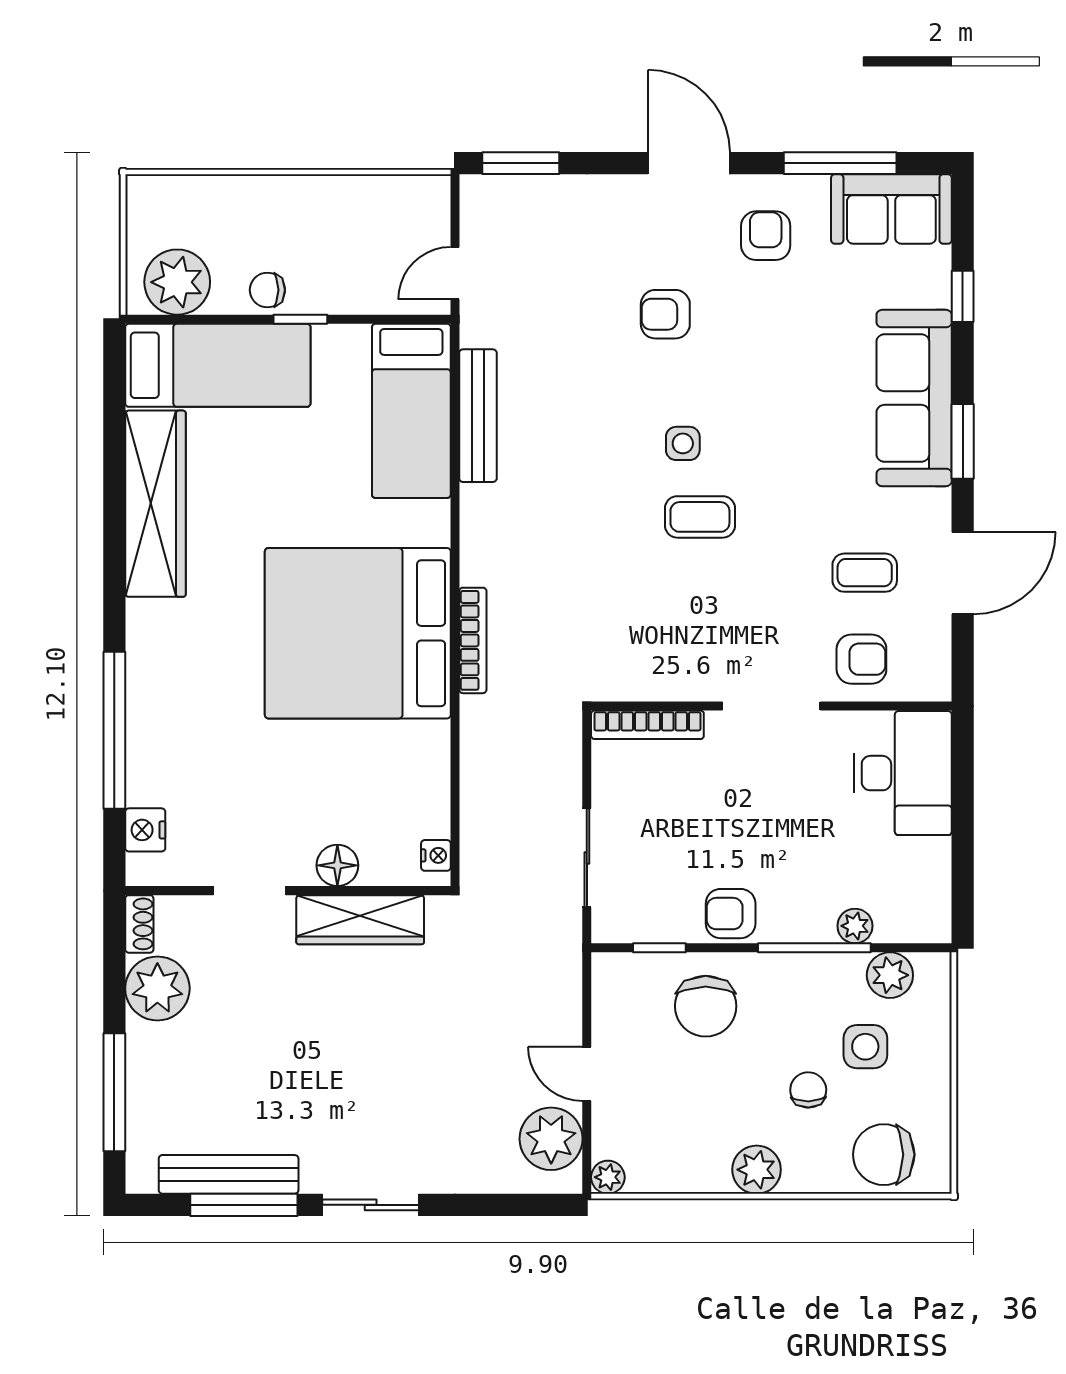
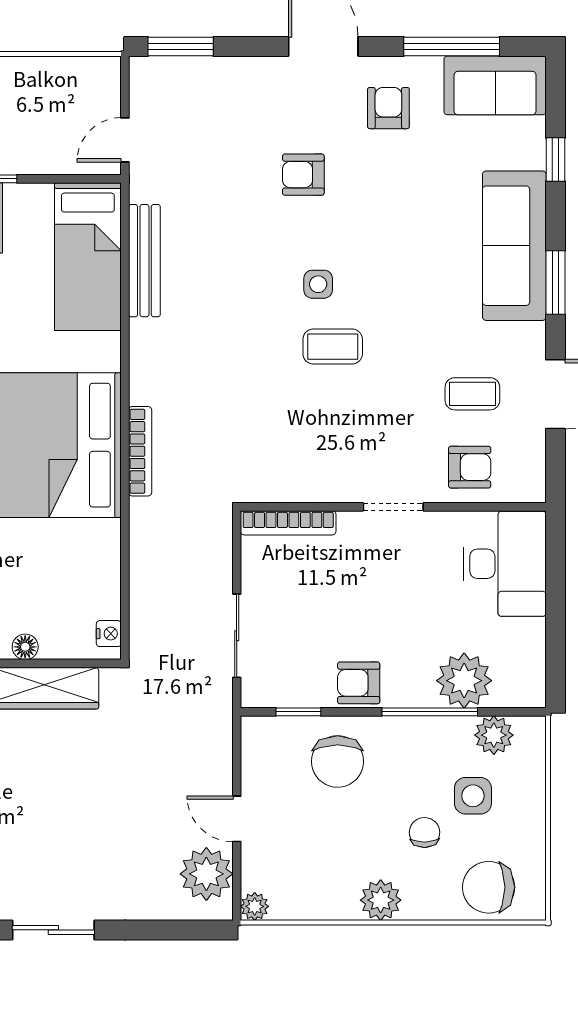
doorway: (771, 706) -> (393, 507), width x0.73
floor lamp: (337, 865) -> (25, 647), width x0.73, depth x0.73
plant: (855, 926) -> (464, 681), width x1.88, depth x1.88

